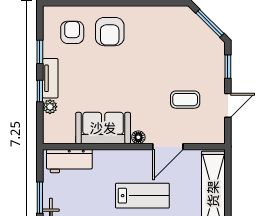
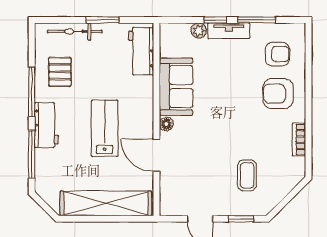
bookcase: (153, 12) -> (299, 140), added
window: (210, 23) -> (287, 200), removed
window: (40, 52) -> (257, 20), width x1.50
coffee table: (185, 100) -> (247, 175), moved
lab bench: (142, 196) -> (105, 128), turned 180

